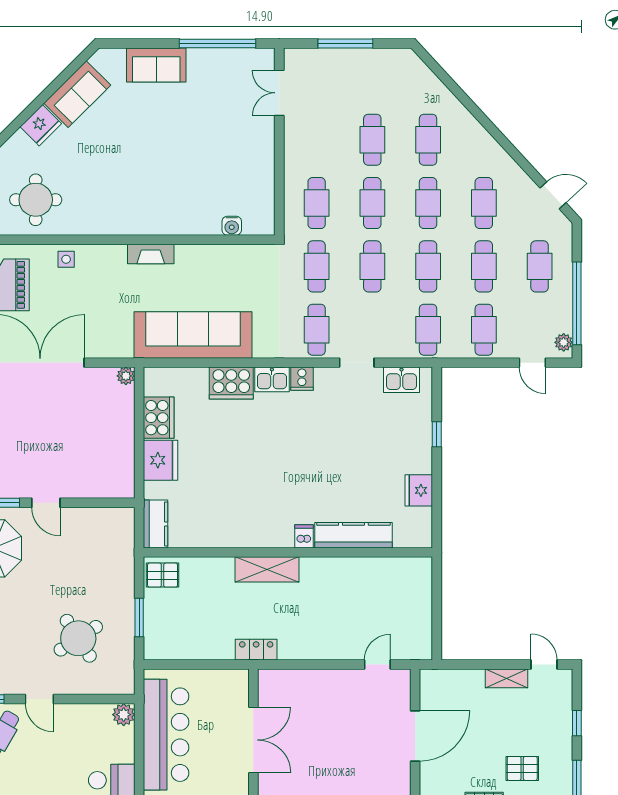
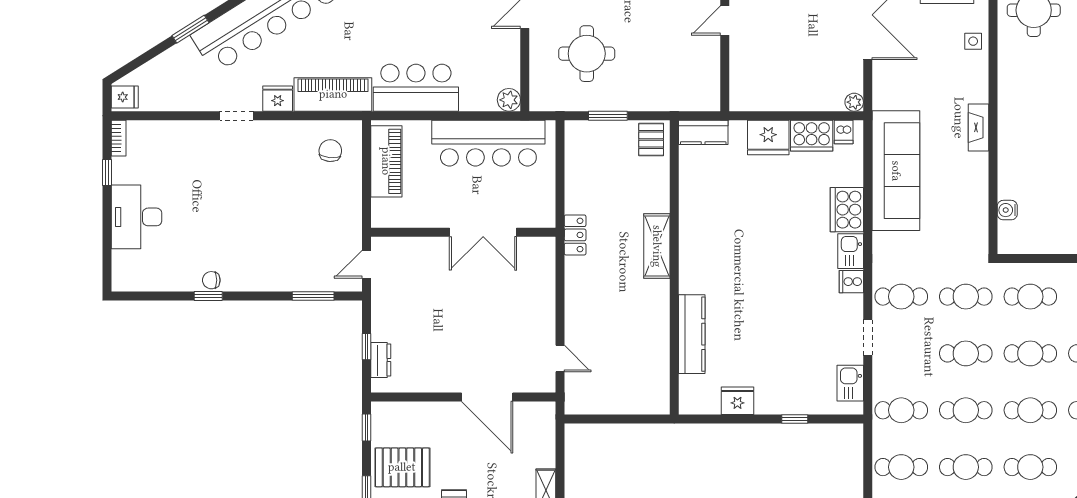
dishwasher: (304, 536) -> (844, 132), moved, turned 90
round table: (78, 638) -> (587, 54), turned 33

